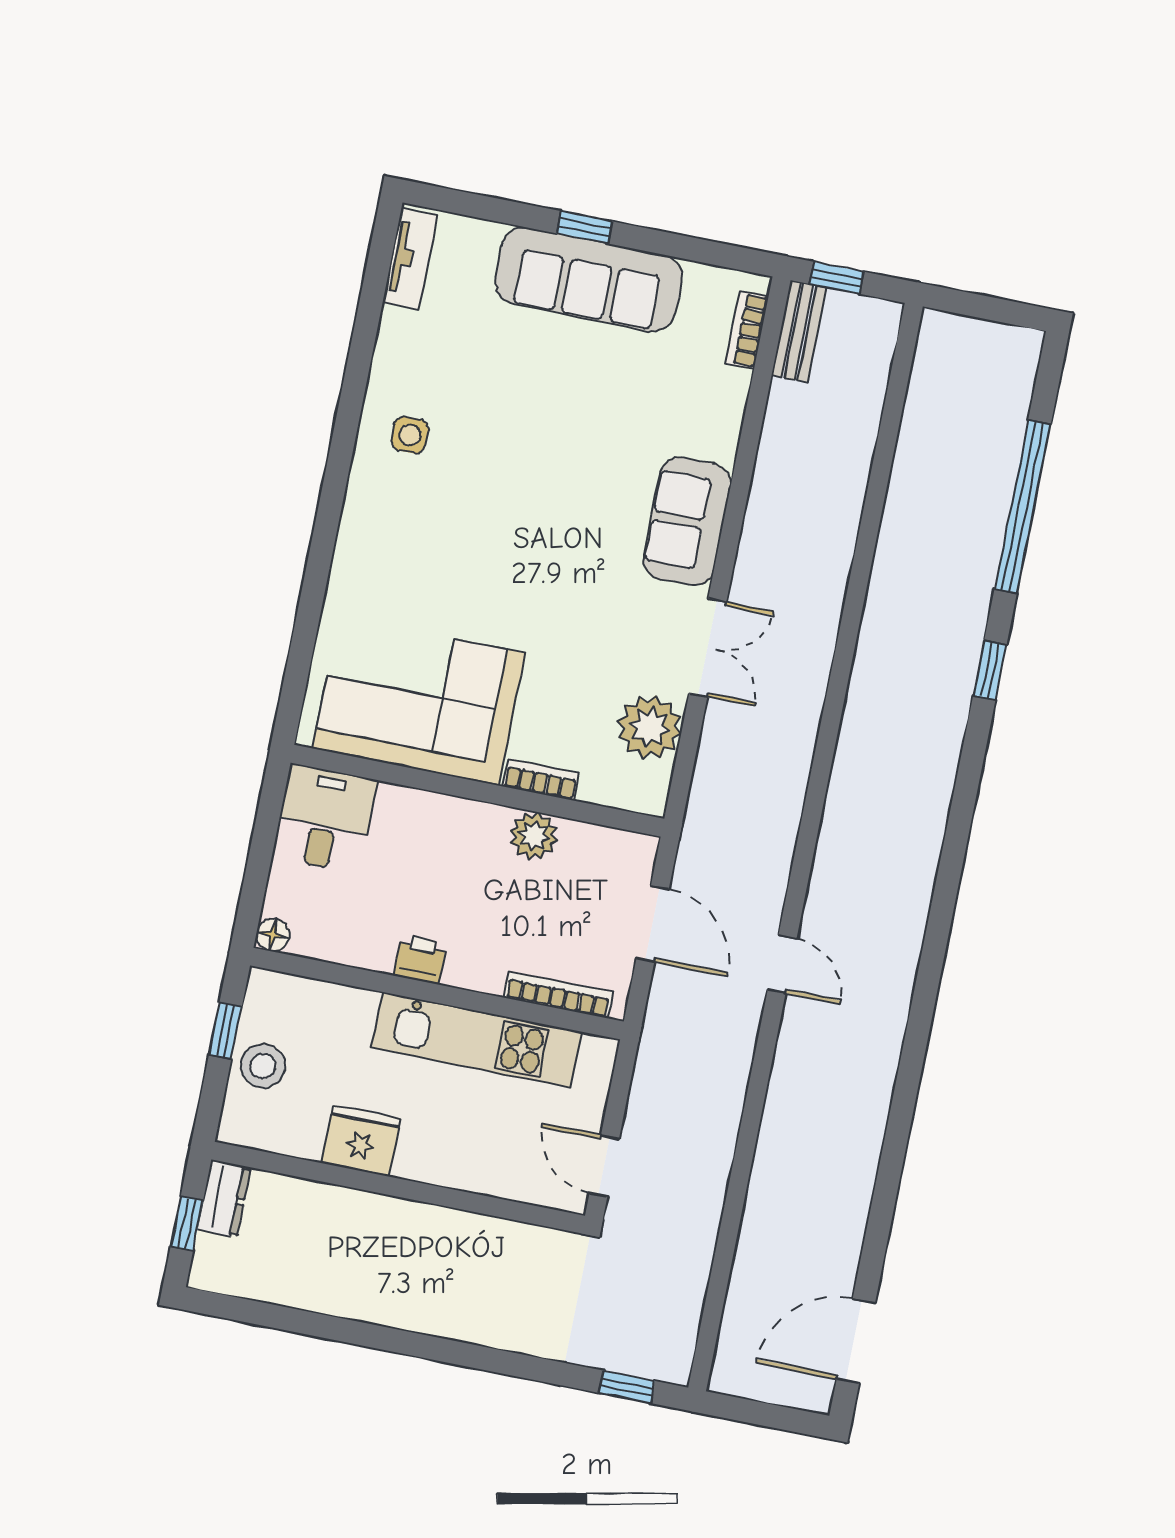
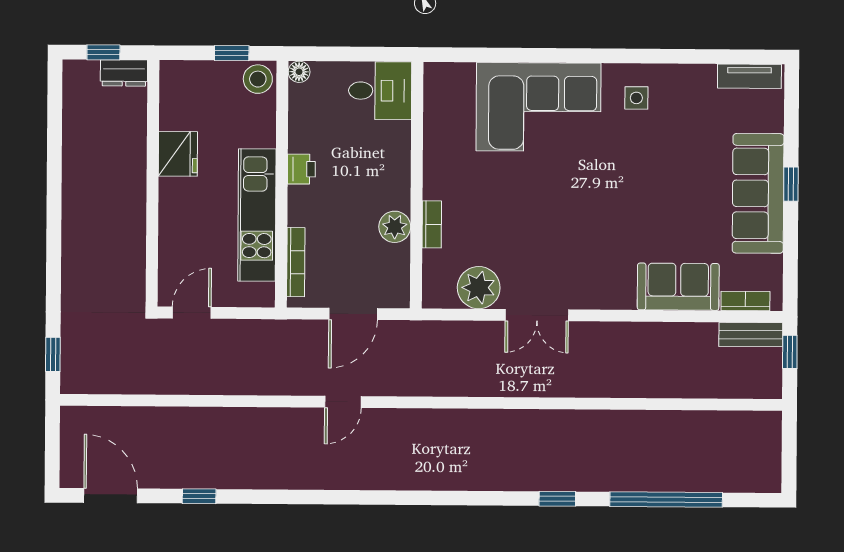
sofa: (687, 521) -> (678, 287), moved
corner sofa: (419, 701) -> (538, 107), moved, turned 90
stool: (263, 1066) -> (258, 79), moved
window: (882, 1208) -> (199, 496), added

